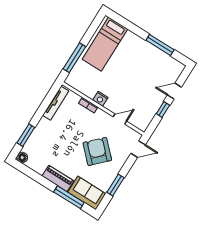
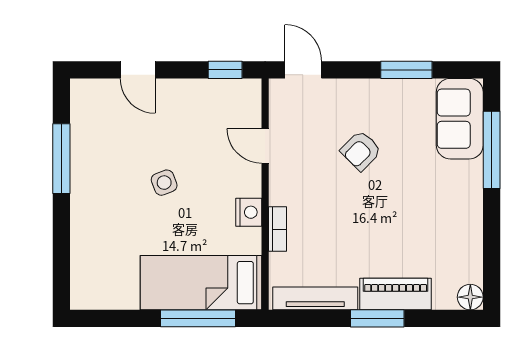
bed: (105, 44) -> (201, 283), moved, turned 180
side table: (129, 76) -> (164, 183), added
window: (163, 109) -> (225, 70), moved
window: (26, 135) -> (377, 318), moved
armchair: (97, 151) -> (361, 151), width x0.53, depth x0.53
piano: (58, 178) -> (396, 294), moved, turned 90

